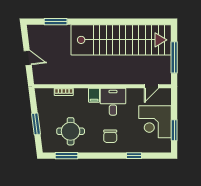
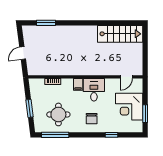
stairs: (121, 40) -> (120, 34), width x0.54, depth x0.66
window: (174, 57) -> (145, 53), removed
door: (28, 58) -> (23, 53), swing flipped
window: (67, 156) -> (55, 135), width x1.44

